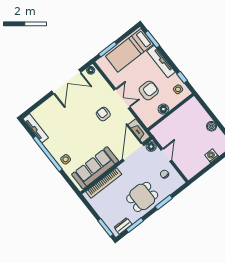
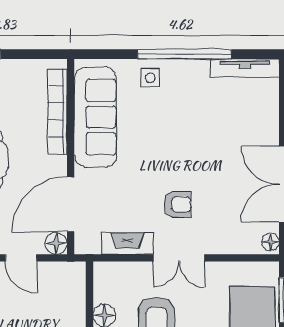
fireplace: (139, 131) -> (127, 243), moved
door: (133, 152) -> (71, 204), swing flipped

